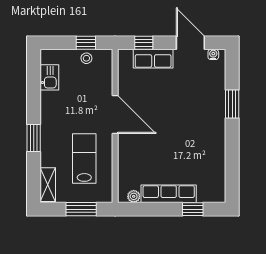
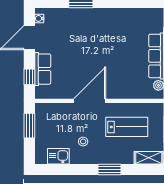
window: (86, 43) -> (29, 126), width x1.50
stool: (86, 58) -> (83, 141), moved
lab bench: (84, 159) -> (127, 127), turned 180

